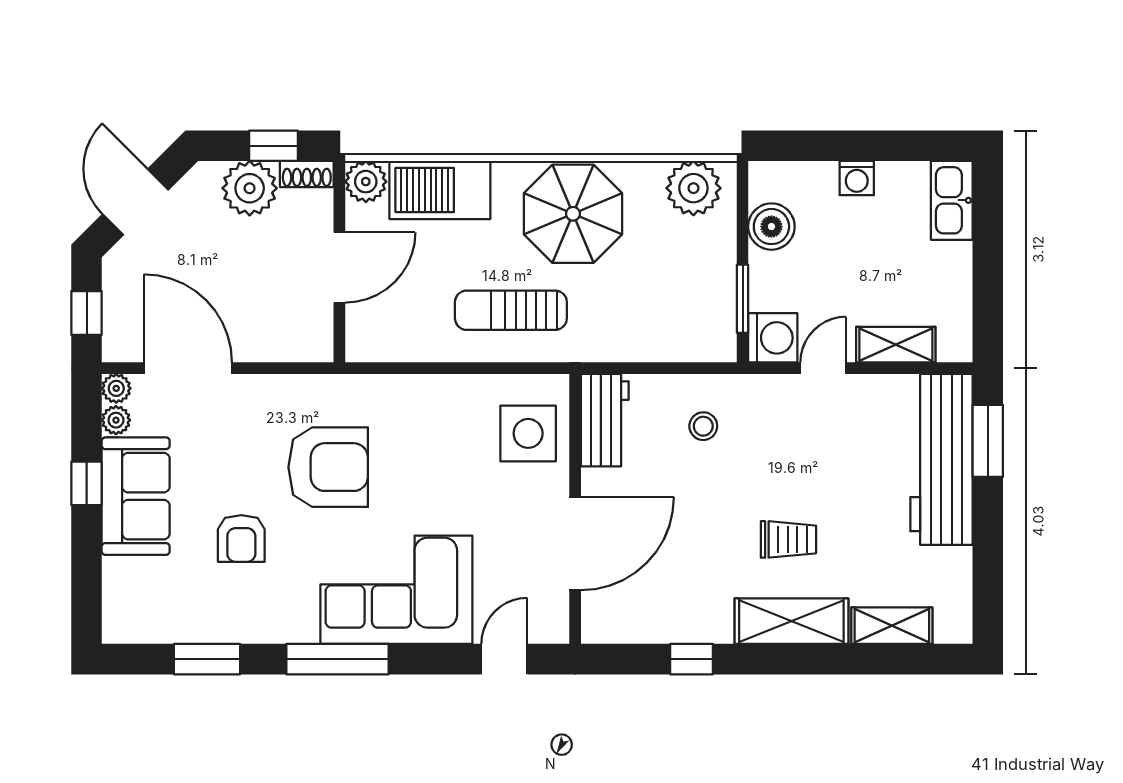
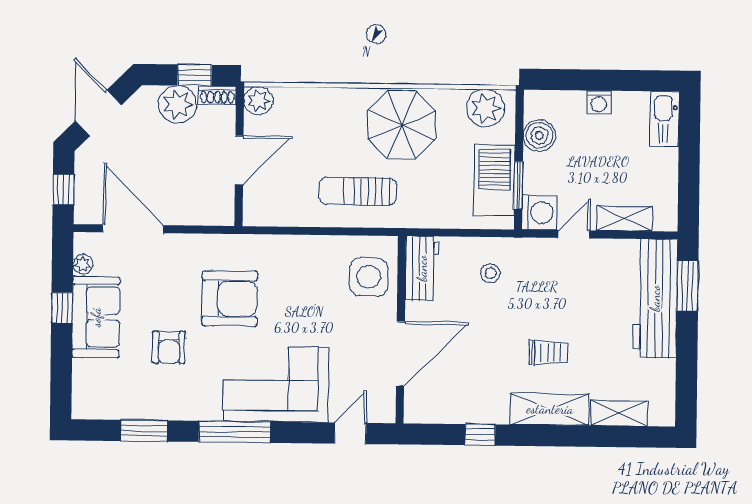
barbecue: (440, 190) -> (494, 180), moved, turned 90
plant: (116, 388) -> (83, 242), removed

